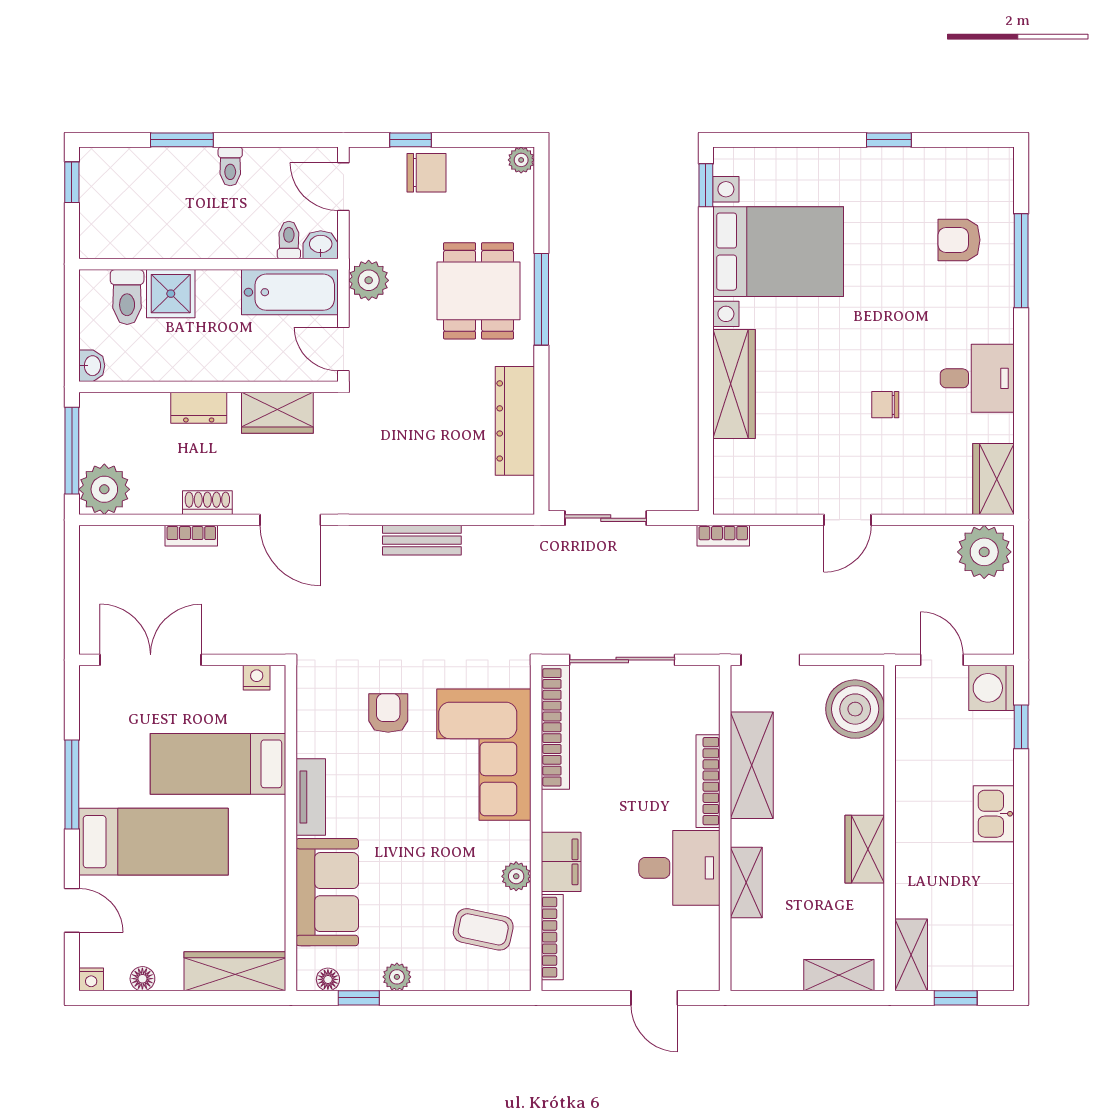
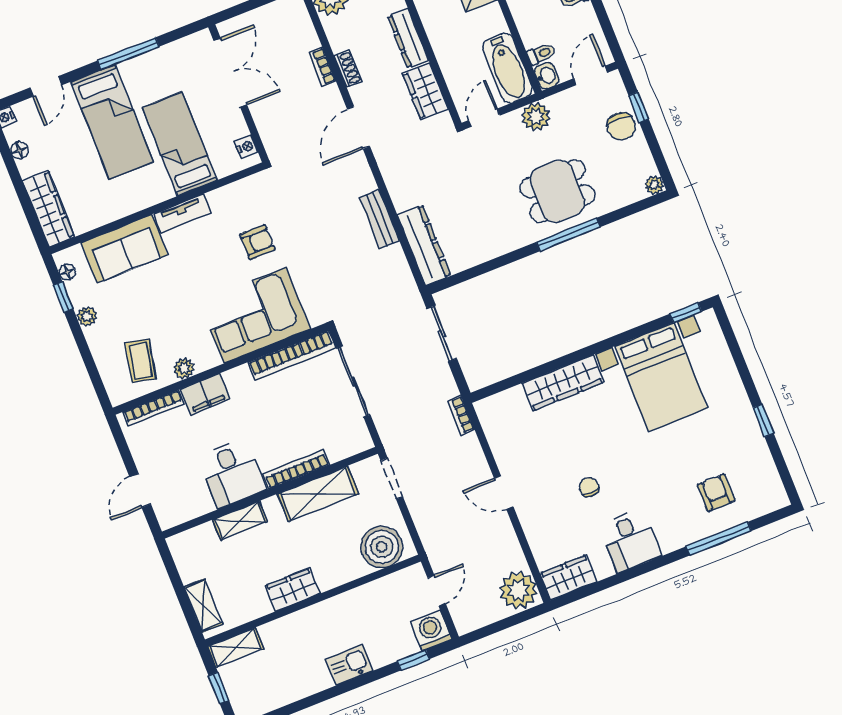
dresser: (199, 408) -> (408, 38), width x1.44
dresser: (515, 421) -> (424, 245), moved, turned 90

